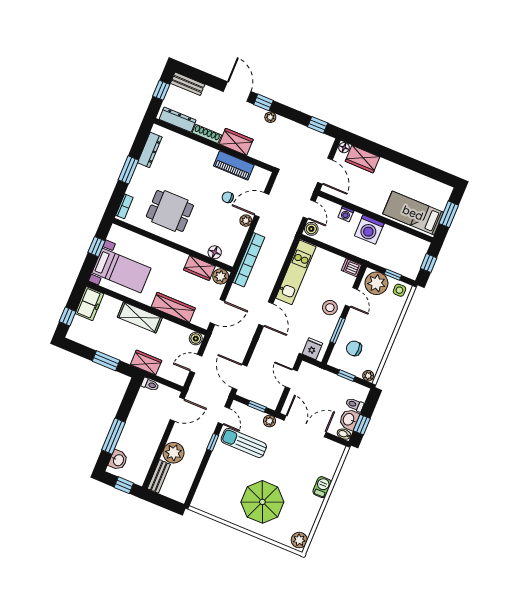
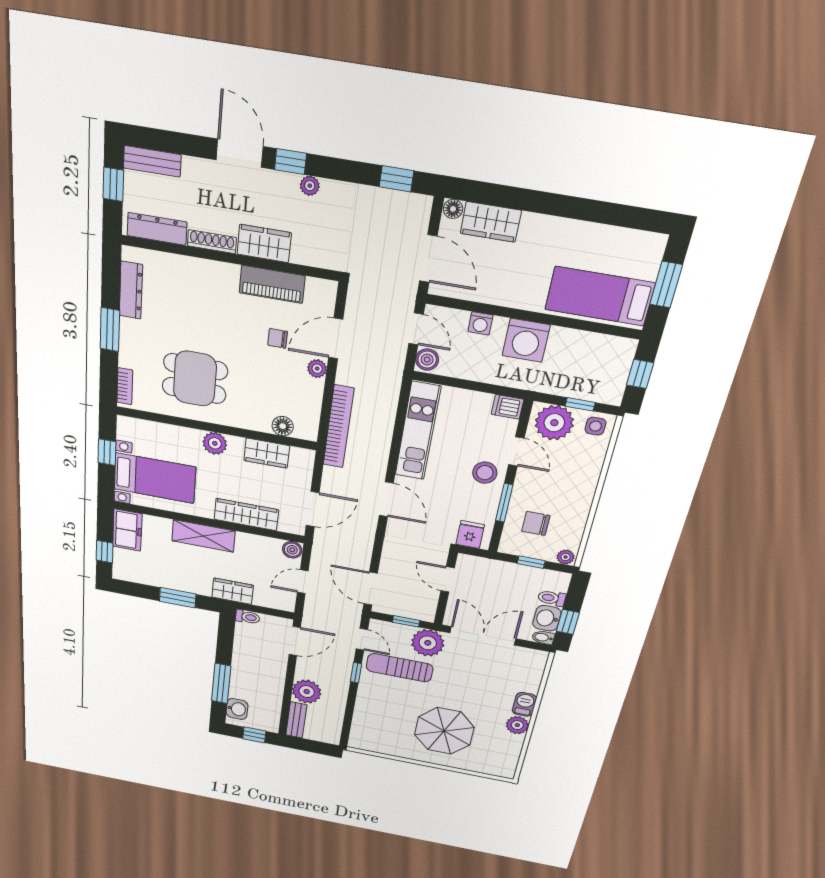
plant: (221, 276) -> (215, 443), moved
plant: (270, 421) -> (428, 643), width x1.87, depth x1.87
plant: (299, 540) -> (517, 725), moved

